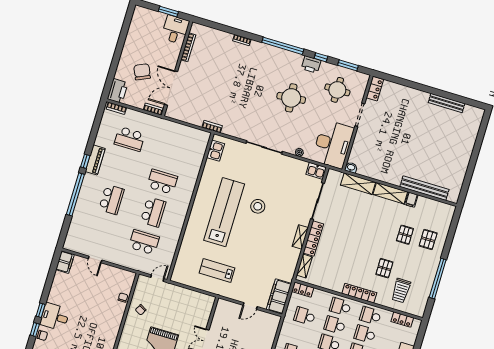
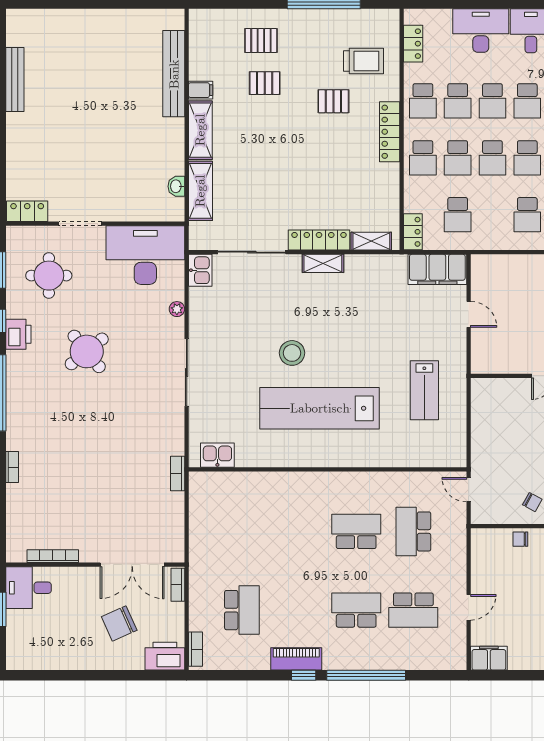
round table: (291, 98) -> (87, 351), turned -33
washbasin: (351, 168) -> (176, 186), moved
school desk: (162, 182) -> (413, 610), moved, turned -90

